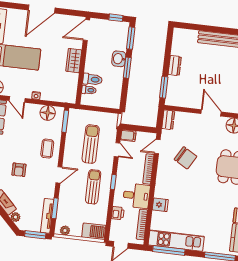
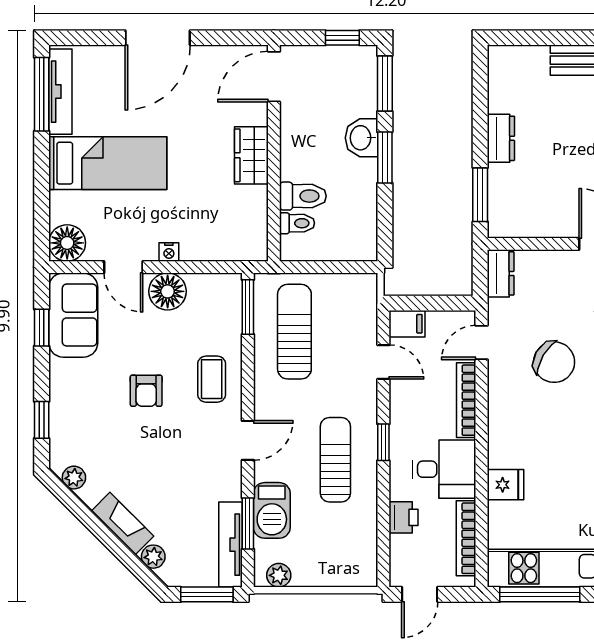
floor lamp: (48, 113) -> (168, 291), moved
sun lounger: (91, 144) -> (294, 332), moved
armchair: (19, 170) -> (146, 391), moved
barbecue: (94, 231) -> (272, 510), moved, turned 90

